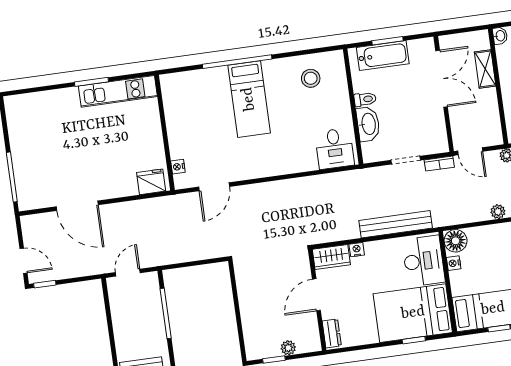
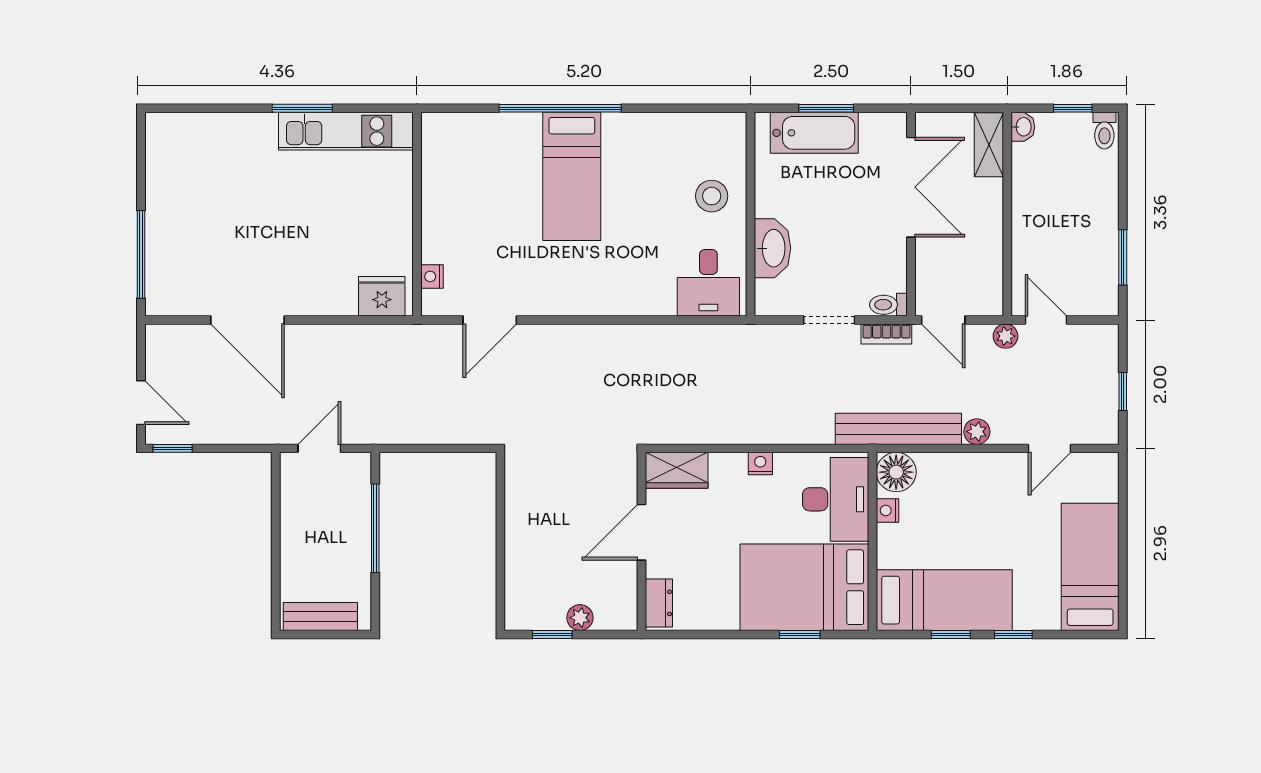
shelving: (485, 69) -> (989, 145), moved
stool: (311, 78) -> (712, 196), moved
toilet: (365, 99) -> (888, 305), moved, turned 180
bench: (396, 224) -> (898, 429), moved
nightstand: (357, 250) -> (760, 464), moved

